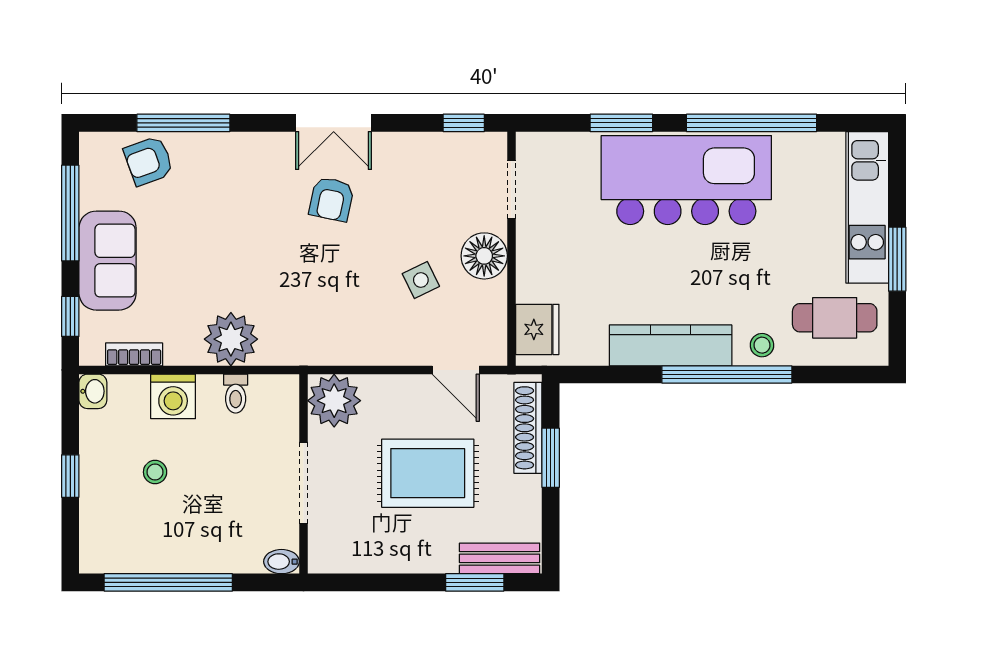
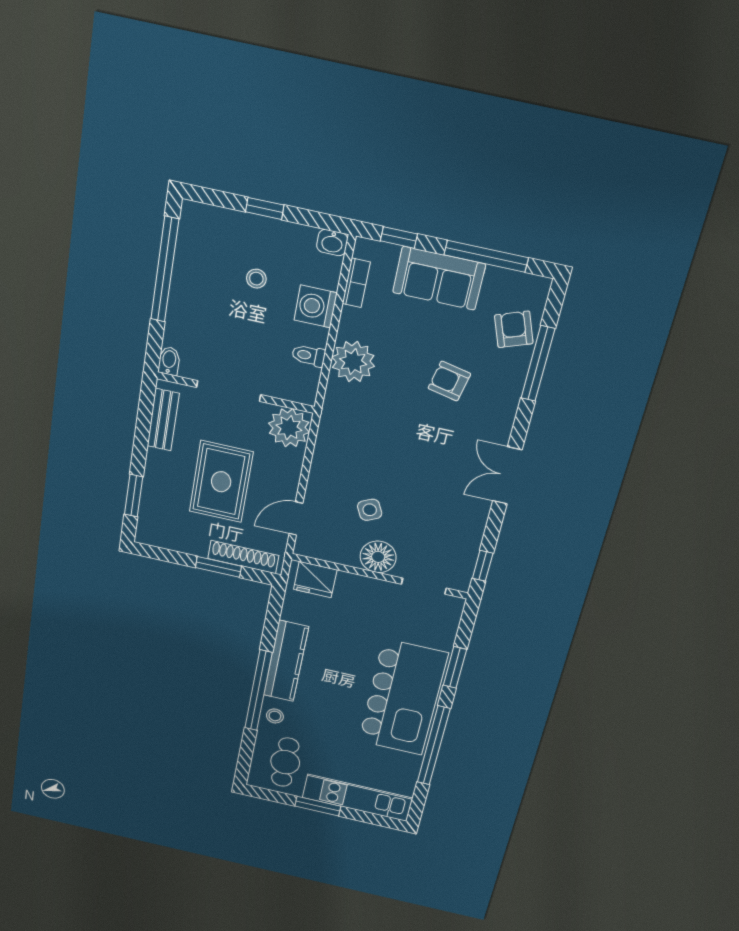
armchair: (331, 199) -> (449, 381), moved
bench: (500, 558) -> (163, 420), moved

